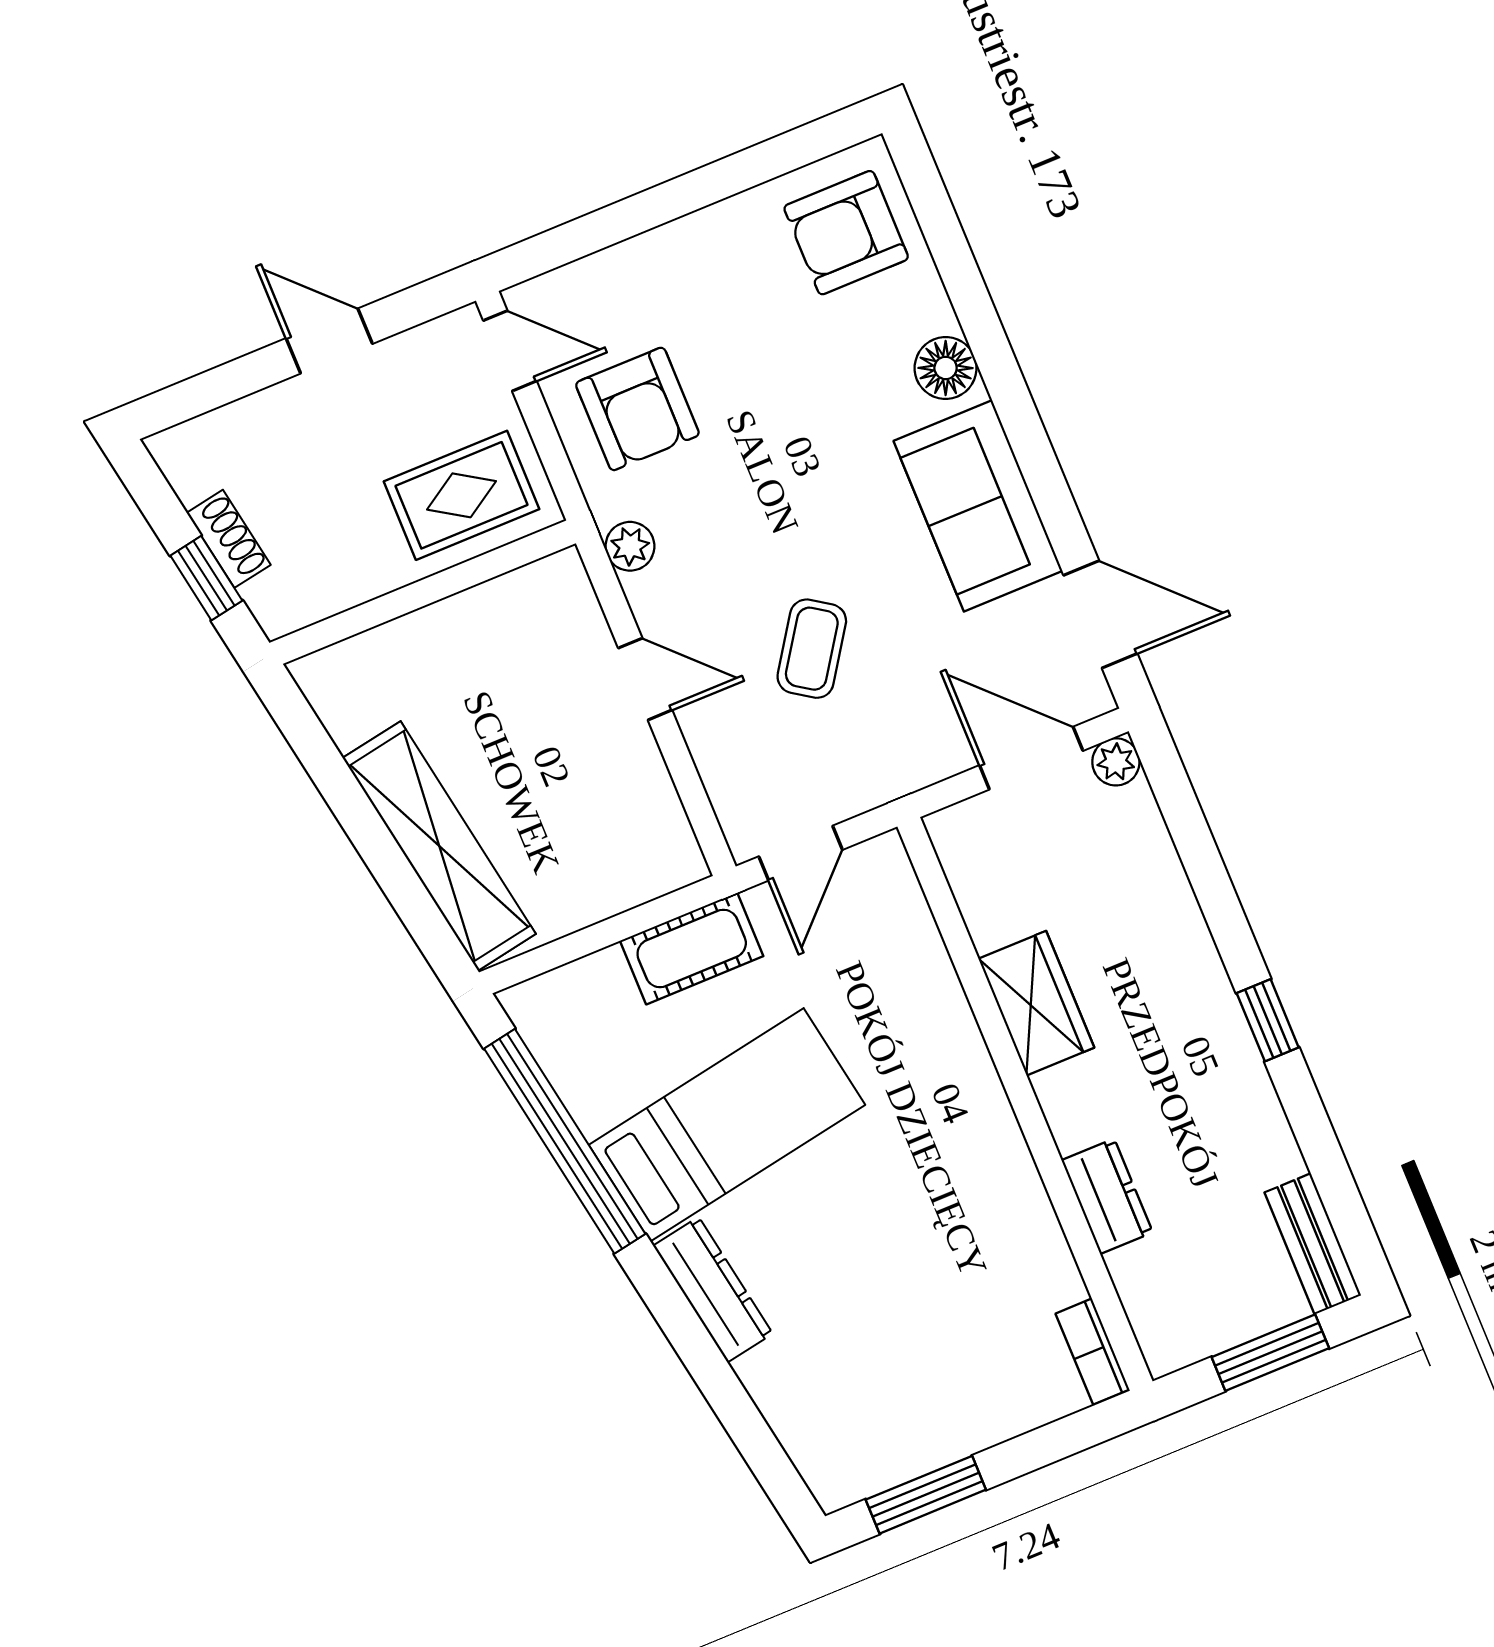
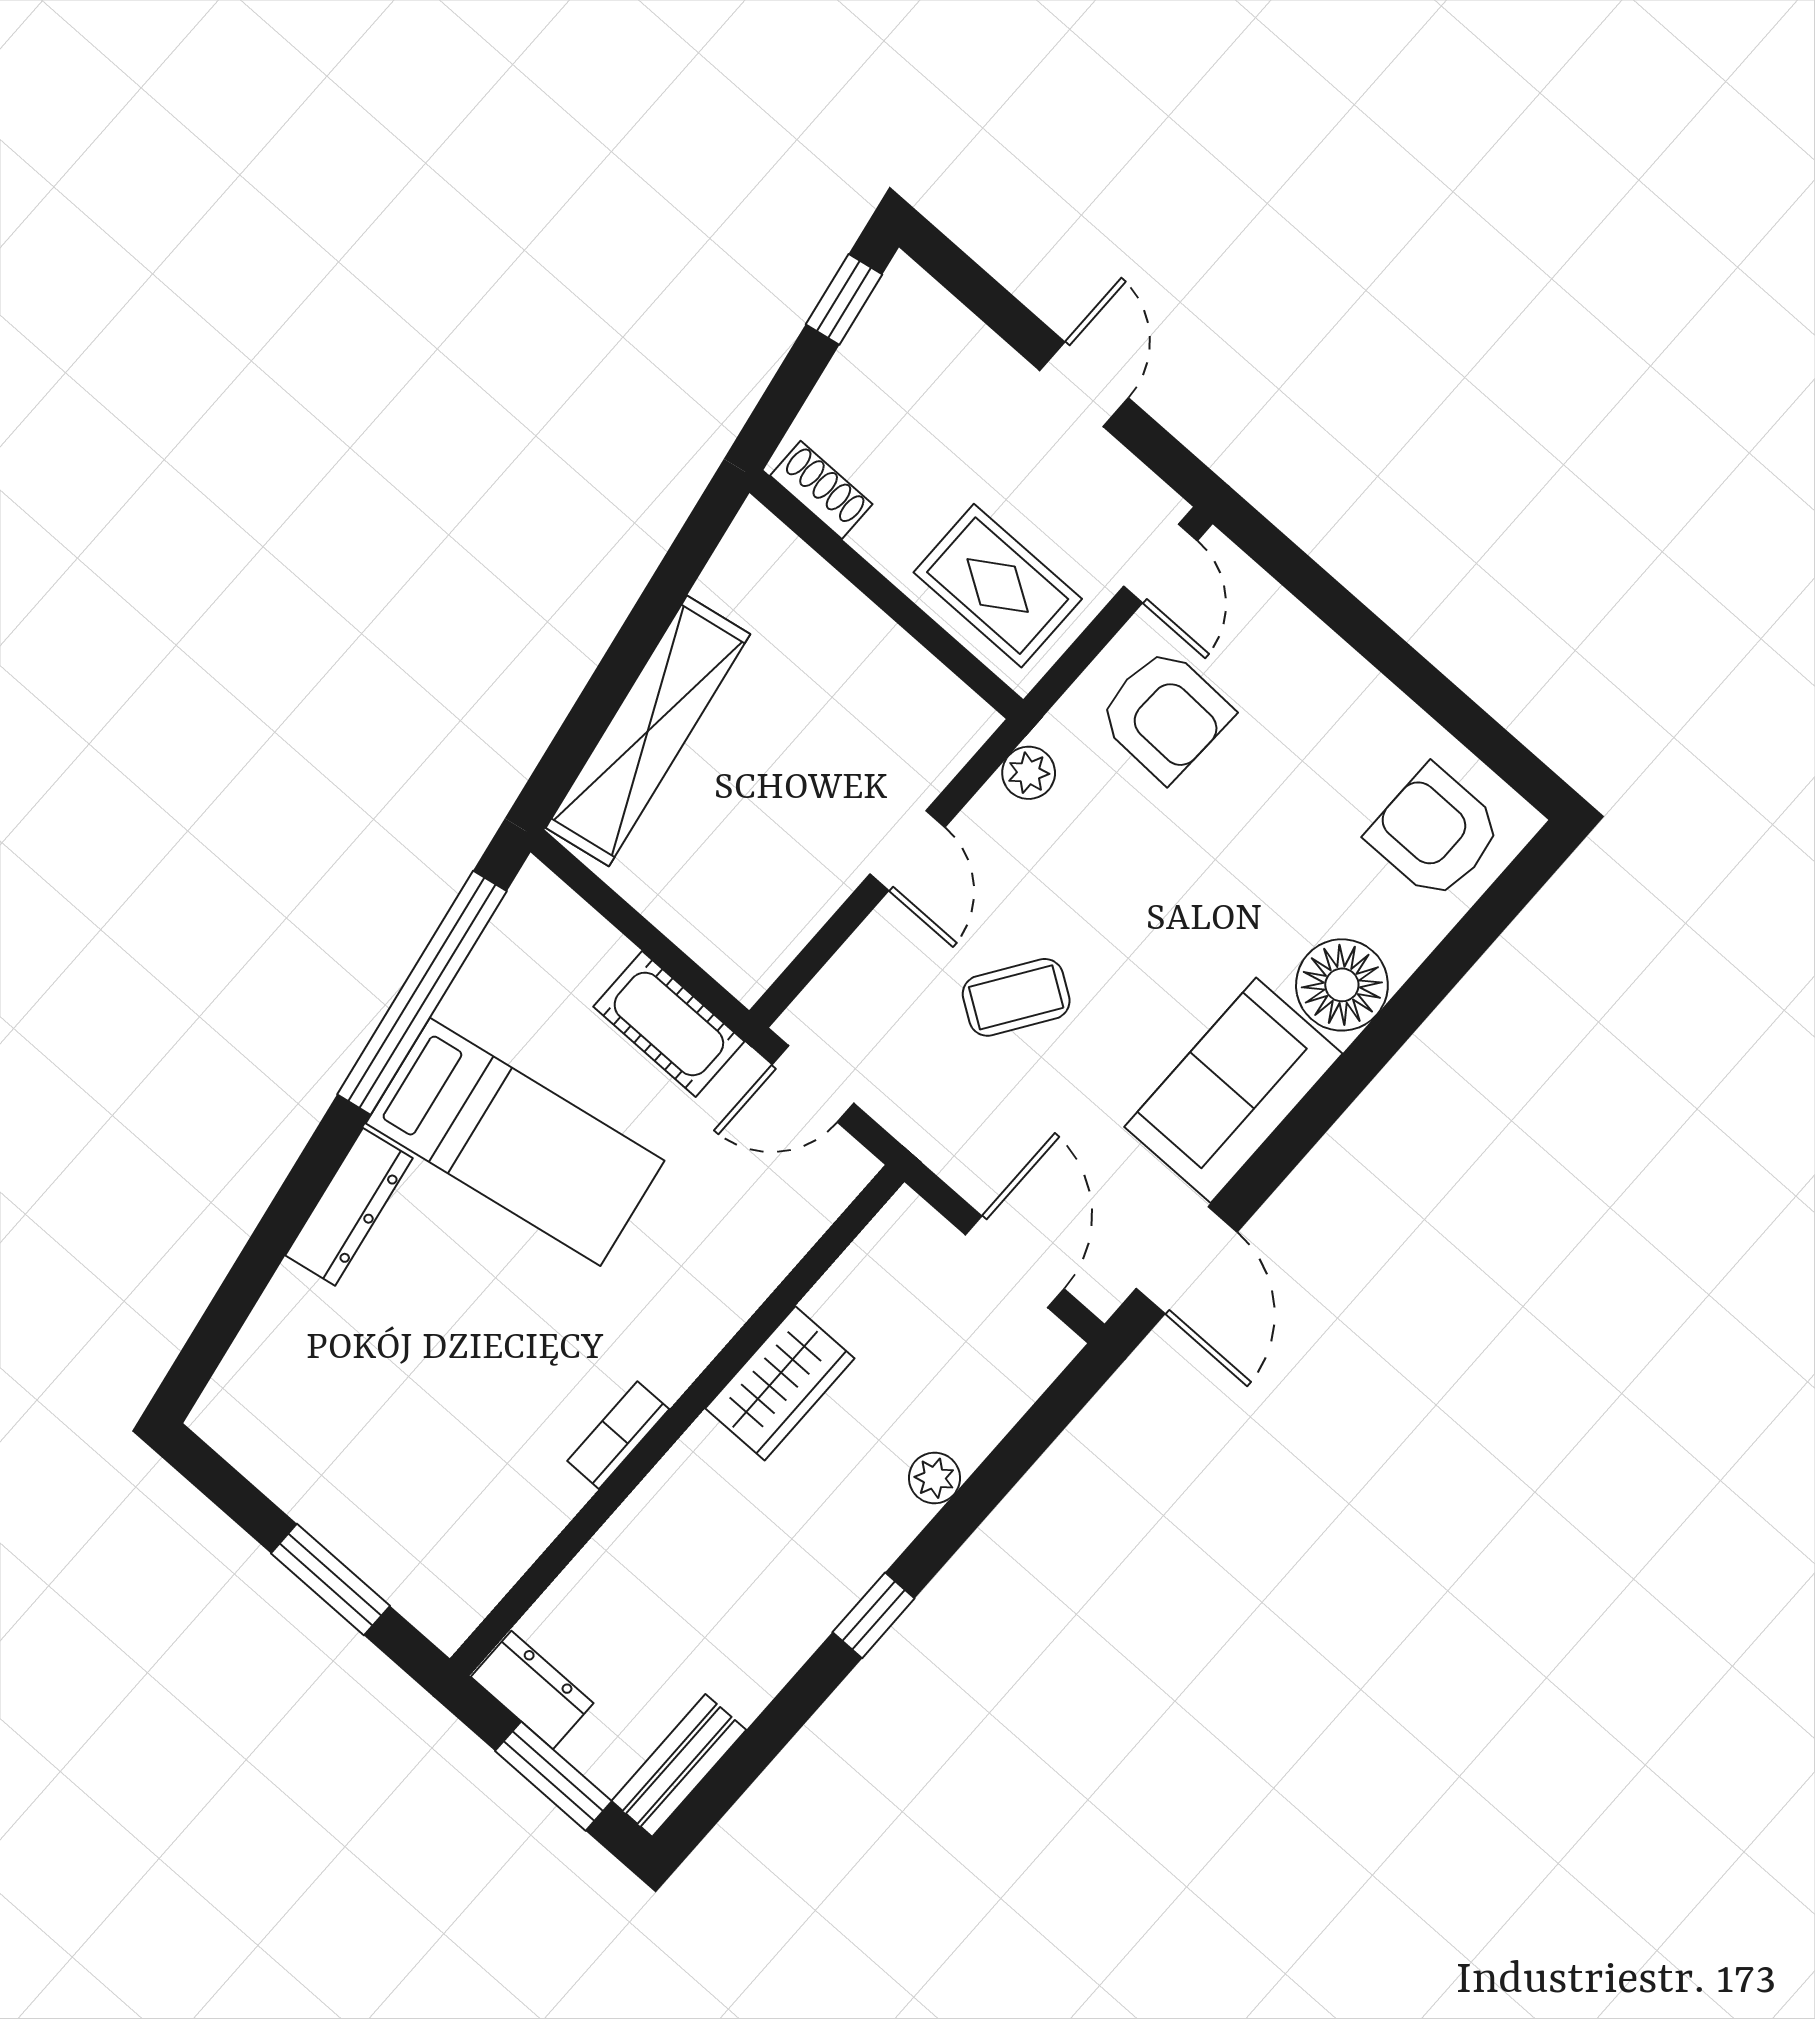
floor lamp: (946, 368) -> (1342, 985), width x1.38, depth x1.38
armchair: (637, 409) -> (1165, 715), turned -88
shoe rack: (229, 539) -> (821, 490), moved, turned -80
window: (206, 578) -> (844, 299), moved
plant: (1116, 762) -> (934, 1478), moved
dresser: (1107, 1196) -> (532, 1690), moved, turned -90
bookcase: (1092, 1352) -> (618, 1435), moved
window: (926, 1495) -> (330, 1580), moved

